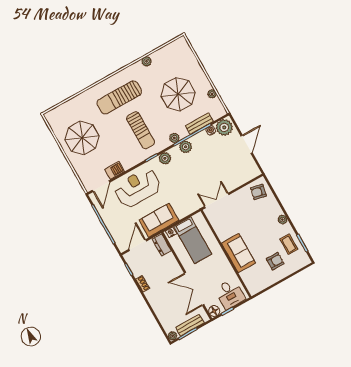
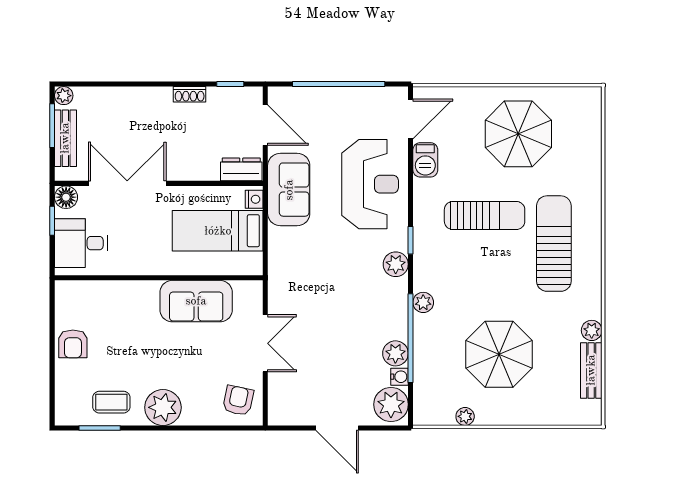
bench: (199, 124) -> (591, 370), moved
sun lounger: (141, 130) -> (485, 215), moved, turned 180
plant: (186, 147) -> (395, 353), moved
door: (101, 186) -> (411, 119), swing flipped
double door: (217, 201) -> (265, 343), moved
plant: (282, 220) -> (163, 407), width x1.88, depth x1.88
sofa: (238, 253) -> (196, 301), moved
armchair: (275, 261) -> (73, 344), moved

